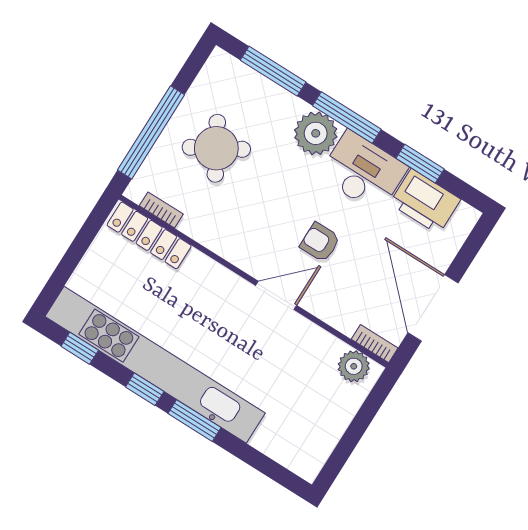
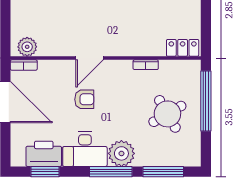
window: (420, 164) -> (45, 172), moved
bookcase: (161, 210) -> (146, 65), moved
locker: (149, 235) -> (183, 48), width x0.66

